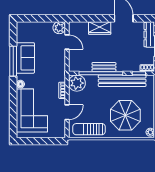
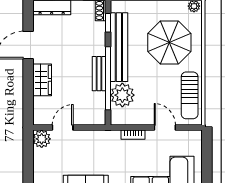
plant: (77, 83) -> (122, 95), moved

